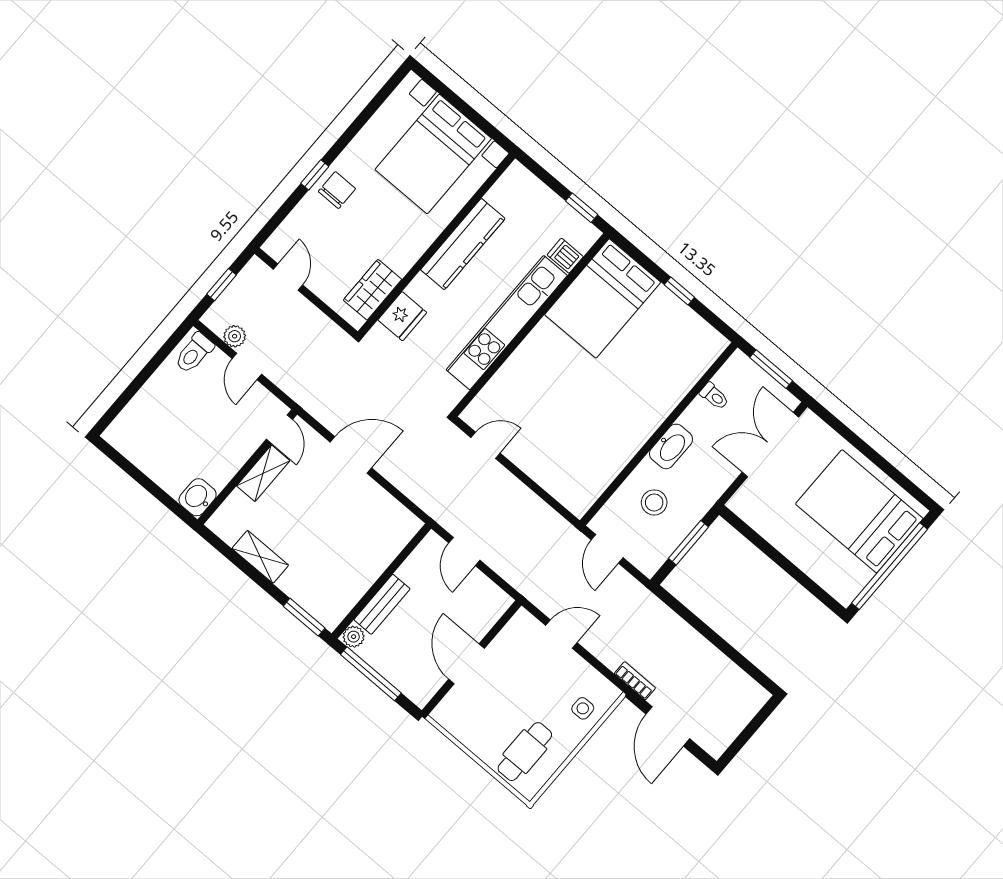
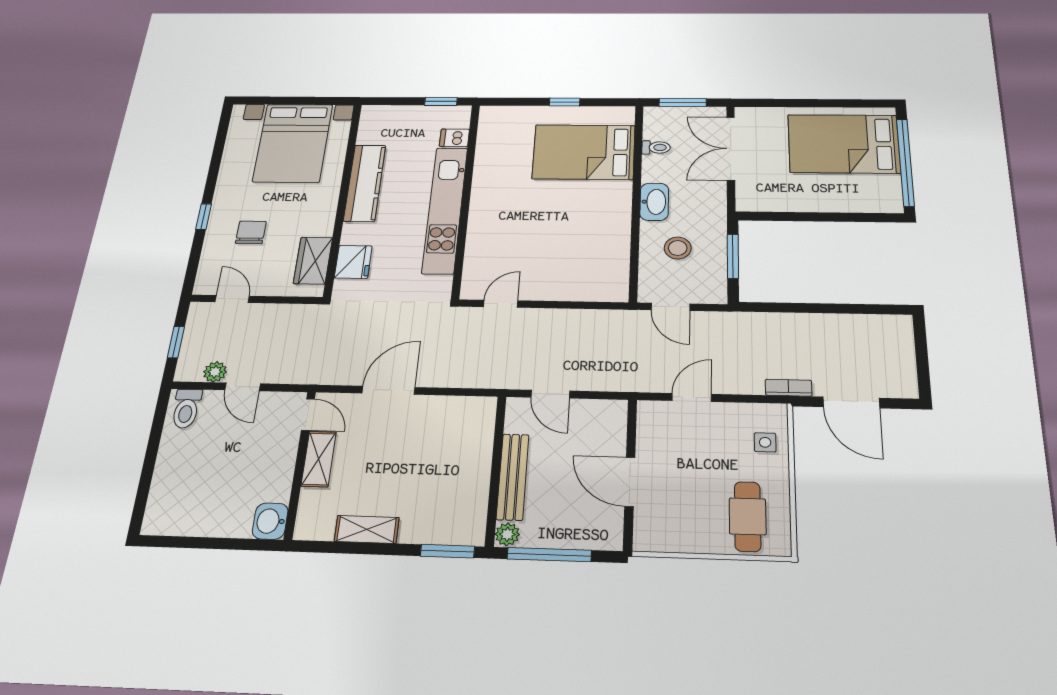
chair: (337, 190) -> (251, 232), moved
bed: (603, 298) -> (584, 152), moved, turned 90
bench: (382, 604) -> (513, 477), width x1.36

